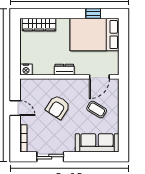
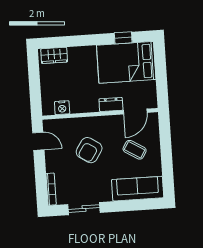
wardrobe: (39, 25) -> (54, 55), width x0.67
nightstand: (26, 69) -> (62, 108), moved
dresser: (64, 70) -> (111, 105), moved
door: (15, 108) -> (38, 141), moved

